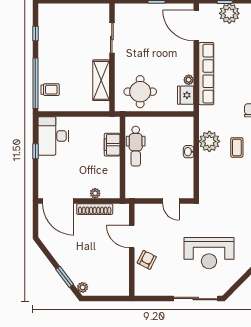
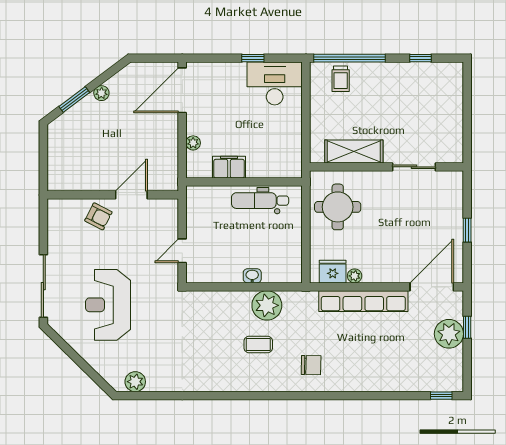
filing cabinet: (112, 145) -> (229, 167), moved
shoe rack: (95, 209) -> (171, 142), removed
plant: (83, 287) -> (101, 93), moved

